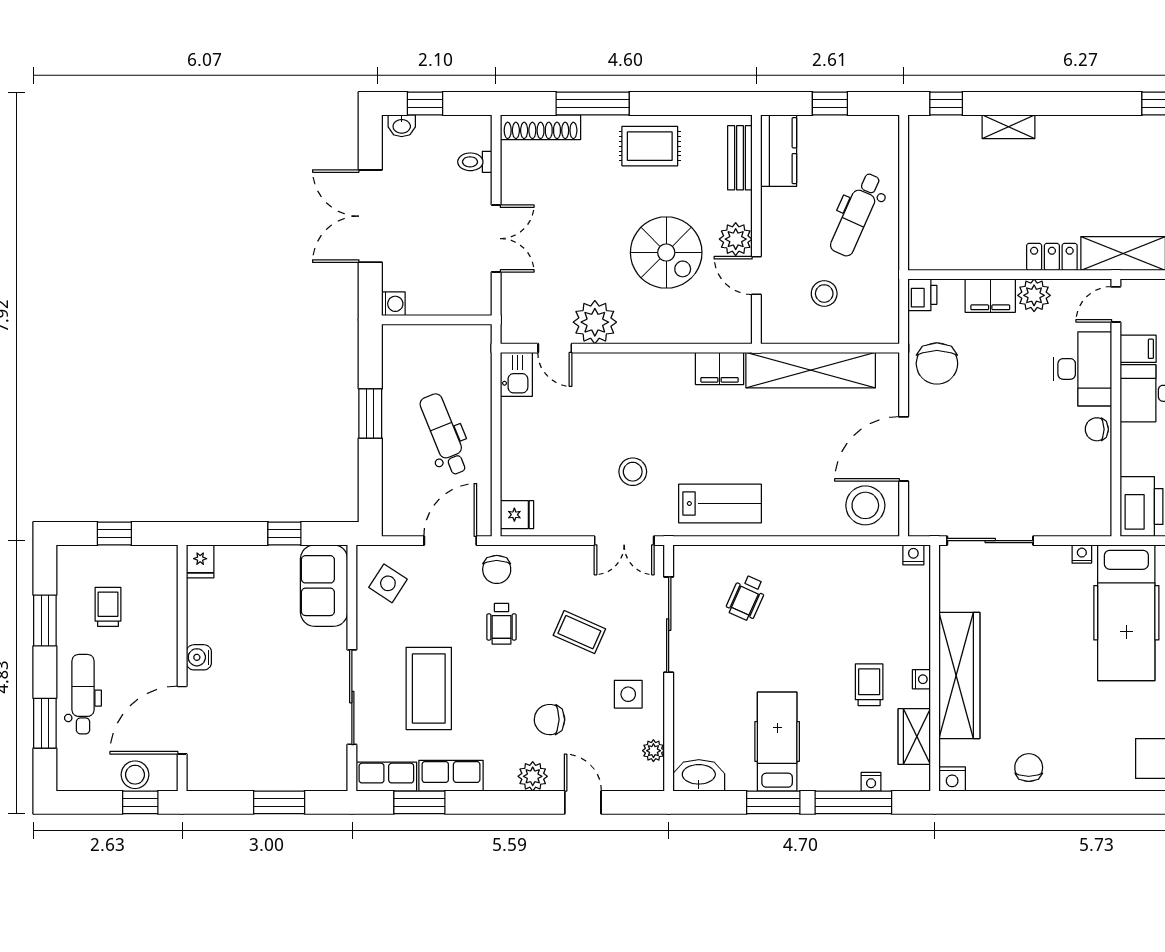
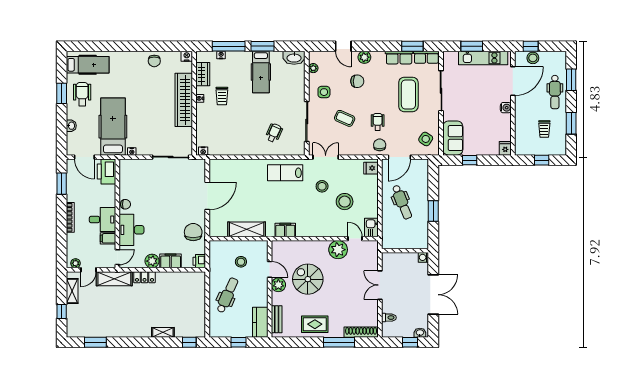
shelving: (811, 370) -> (247, 229), width x0.68
stool: (865, 505) -> (345, 202), moved
kitchen unit: (252, 775) -> (483, 58), added

